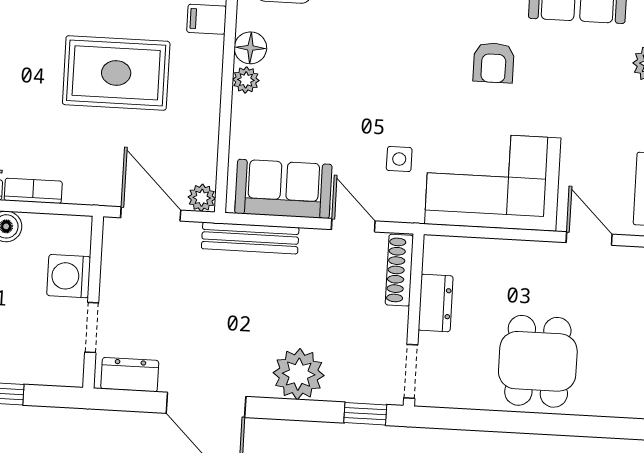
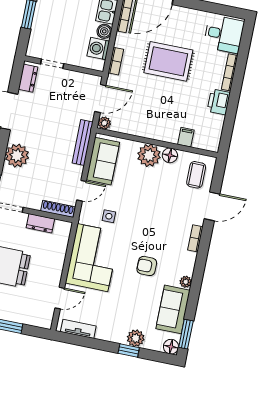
rug: (116, 73) -> (168, 61), moved, turned 90
plant: (246, 80) -> (149, 155), width x1.87, depth x1.87
bookcase: (33, 191) -> (116, 61), moved
washing machine: (69, 276) -> (98, 49), moved, turned -90

